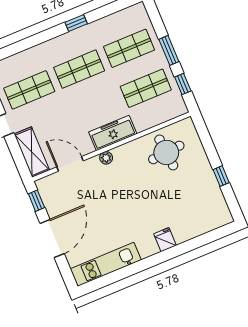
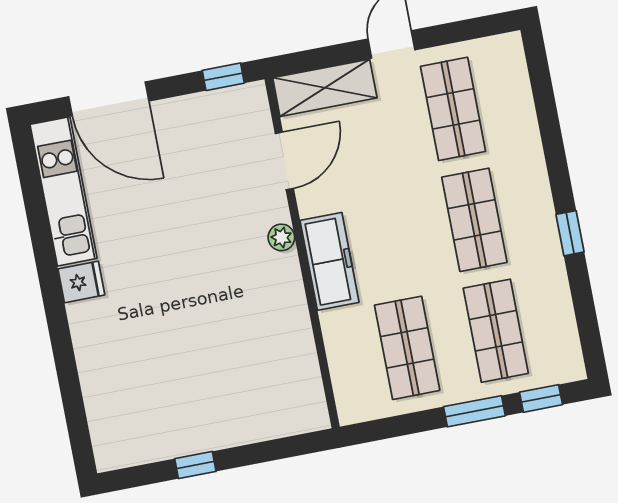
window: (183, 84) -> (541, 398), moved
round table: (166, 152) -> (267, 363), removed
door: (52, 238) -> (109, 99), moved
fridge: (165, 240) -> (81, 282), moved

